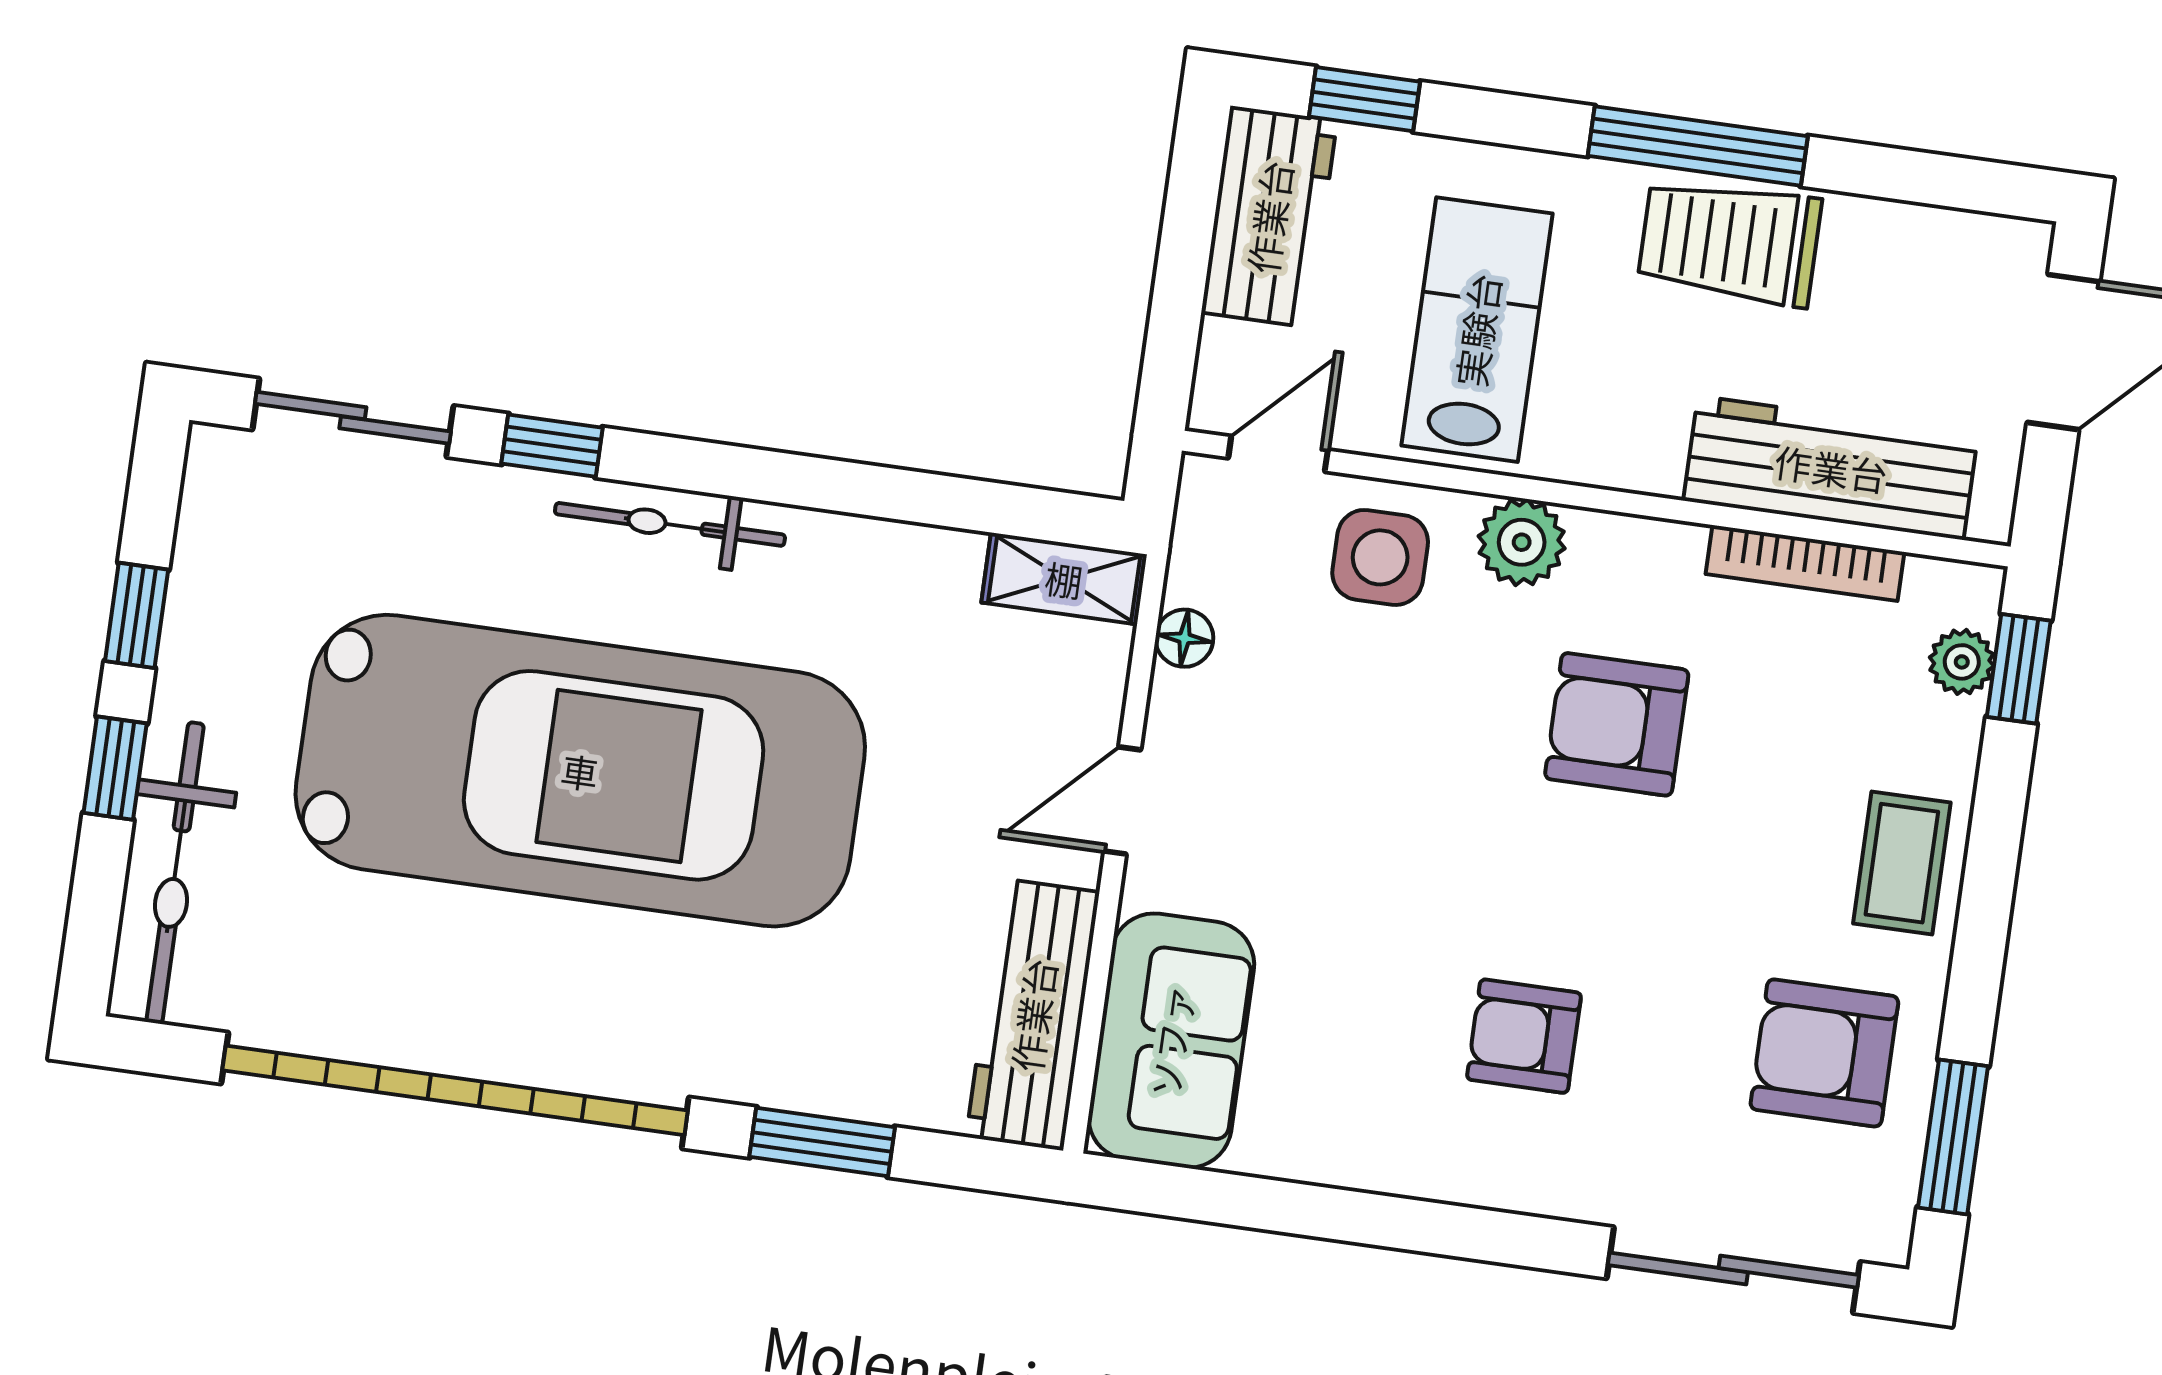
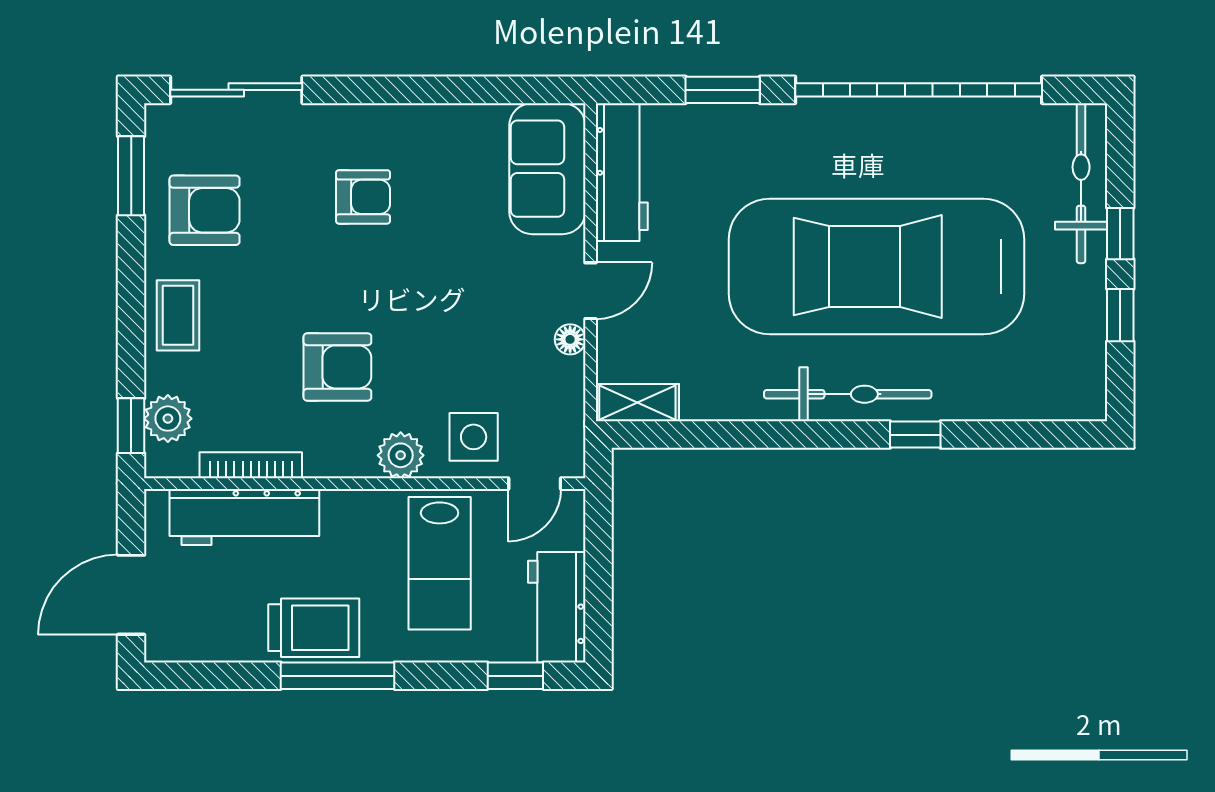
sliding door: (353, 418) -> (1022, 435), removed
bicycle: (670, 524) -> (848, 394), width x1.37, depth x1.40
floor lamp: (1184, 638) -> (570, 339), moved
plant: (1962, 662) -> (168, 419), width x1.38, depth x1.38

